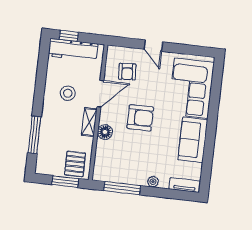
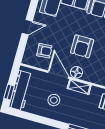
armchair: (140, 118) -> (82, 46), turned 180
floor lamp: (105, 132) -> (76, 72), moved

